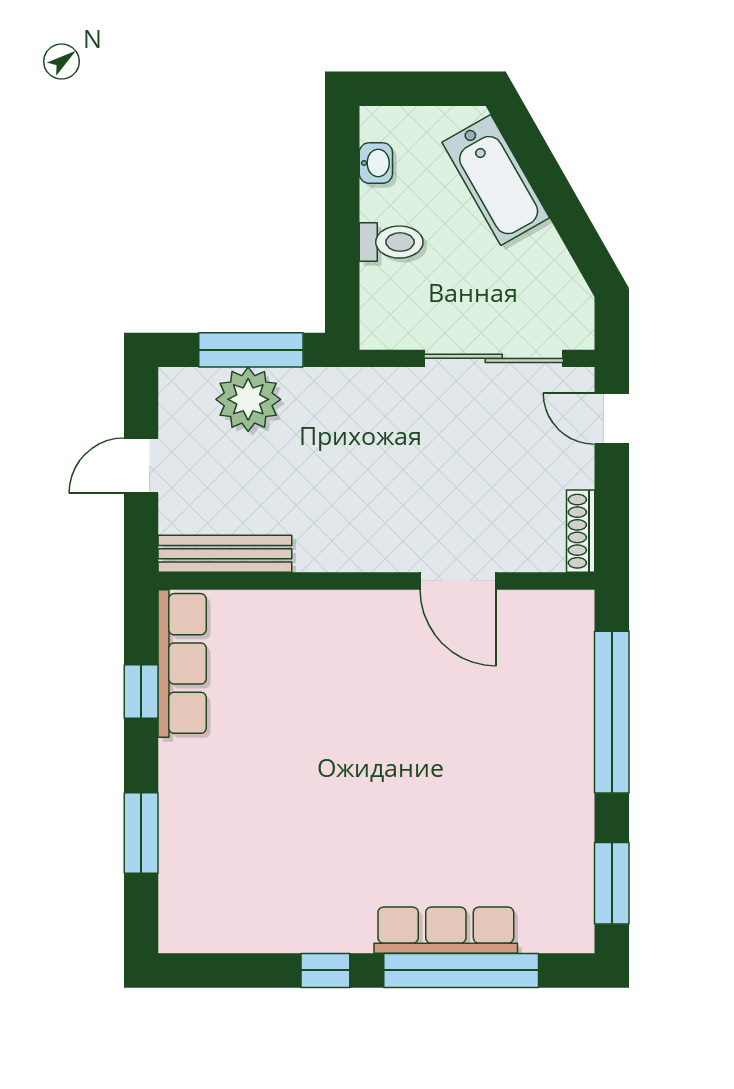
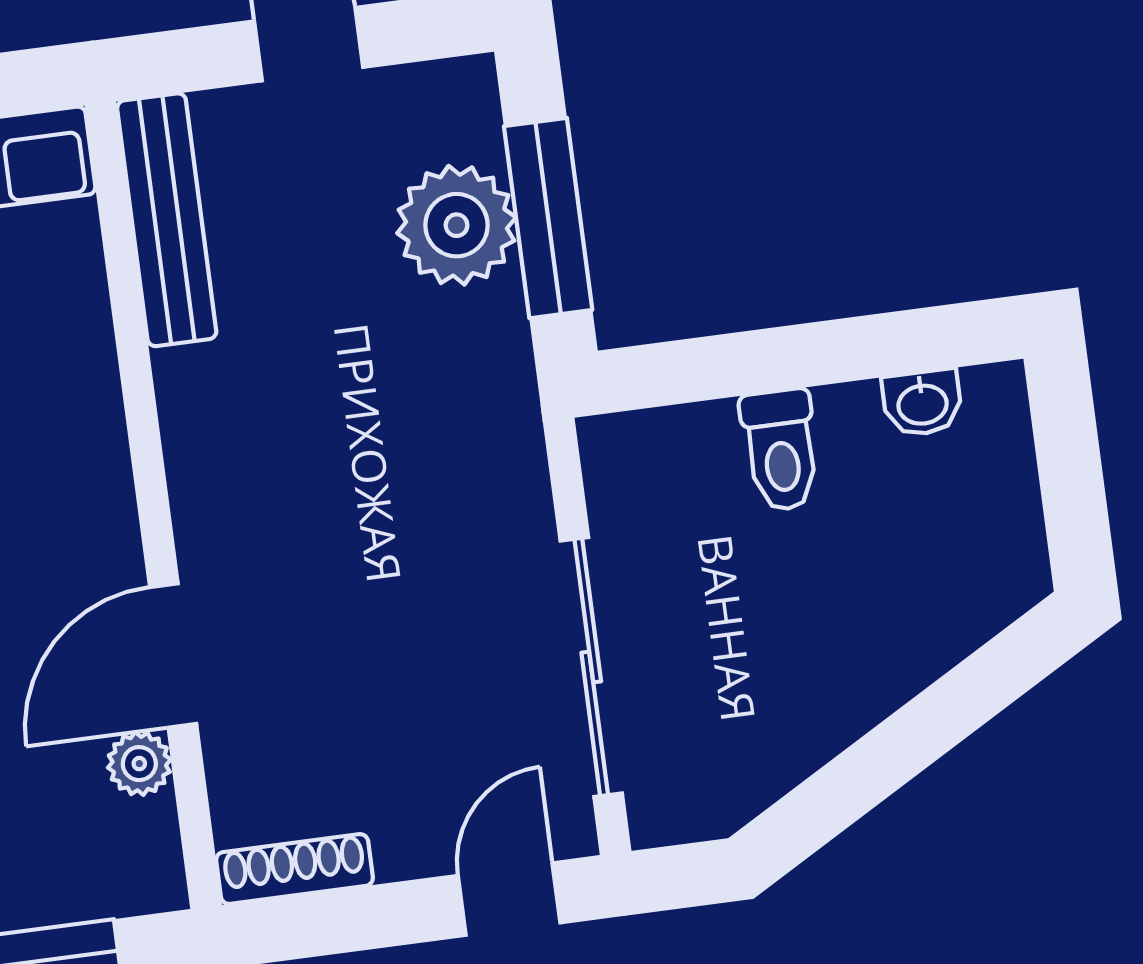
bathtub: (496, 180) -> (920, 627), removed
plant: (514, 607) -> (139, 764), added

